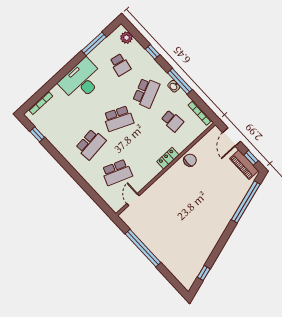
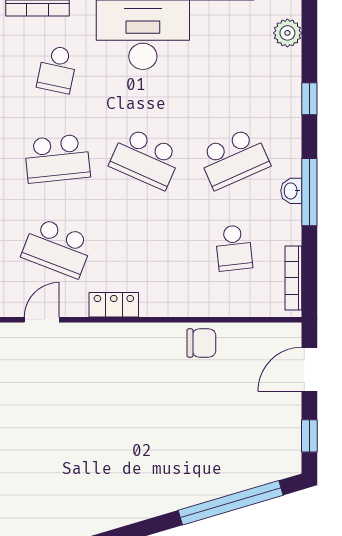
school desk: (120, 65) -> (57, 69), moved
locker: (168, 158) -> (114, 305), moved
piano: (244, 165) -> (286, 436), removed

